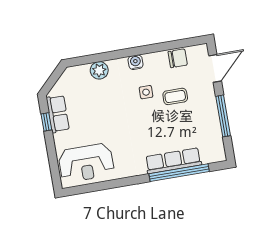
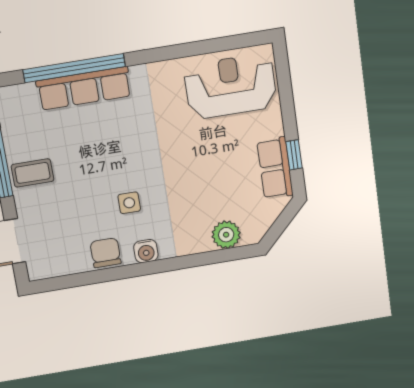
chair: (178, 58) -> (106, 253), moved, turned 90
plant: (99, 70) -> (226, 235), moved
coffee table: (175, 96) -> (32, 173), moved

